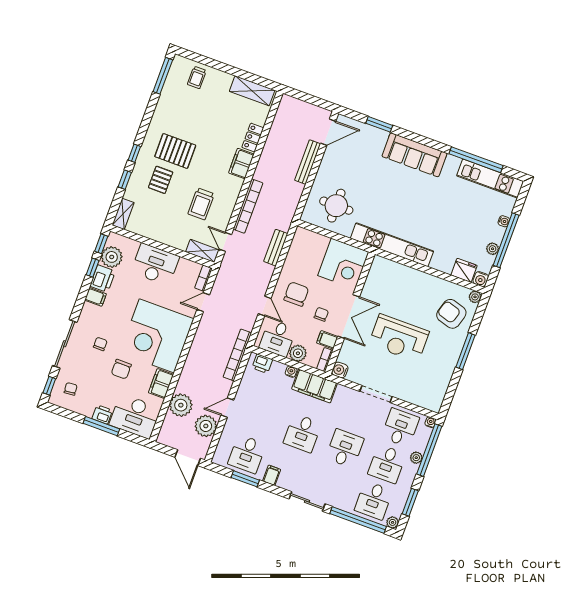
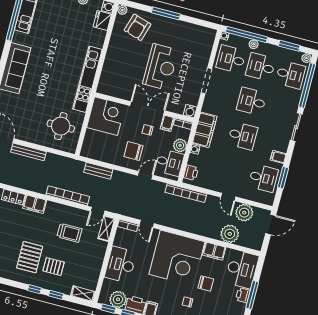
desk: (387, 464) -> (261, 67), turned 180

